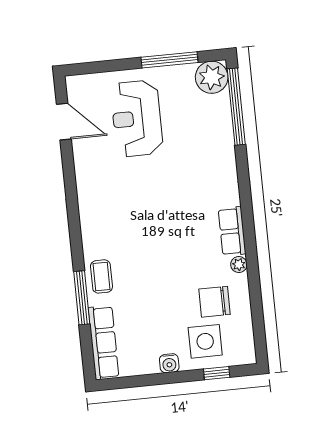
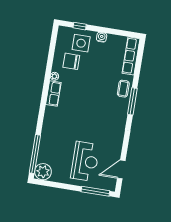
window: (170, 60) -> (95, 191), moved
door: (64, 122) -> (121, 169), hinge flipped
window: (82, 298) -> (132, 101), moved
chair: (214, 302) -> (71, 61), turned 180

